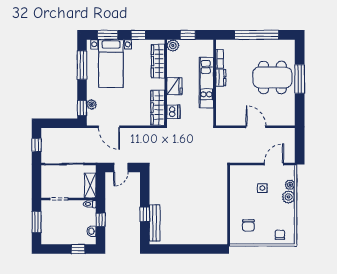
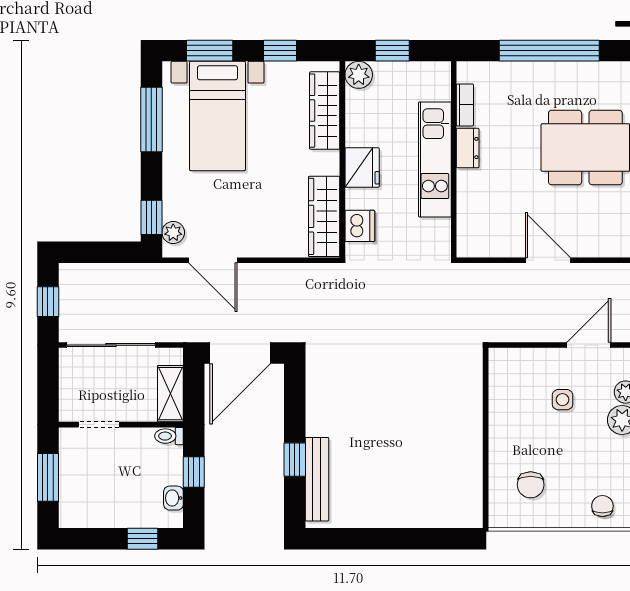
plant: (92, 104) -> (173, 232), moved
door: (121, 168) -> (240, 353), width x1.88

